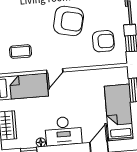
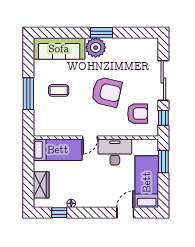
coffee table: (21, 52) -> (59, 90), moved
desk: (63, 131) -> (115, 152), moved, turned 180

